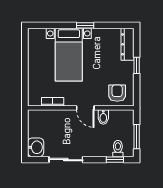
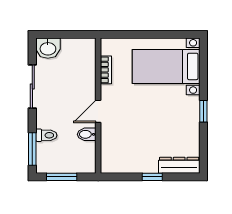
bed with nightstands: (69, 55) -> (166, 66), moved
armchair: (117, 93) -> (117, 152), removed
toilet: (118, 149) -> (46, 135), moved
window: (115, 160) -> (32, 149), width x1.50

